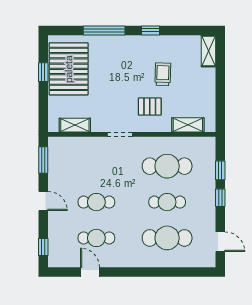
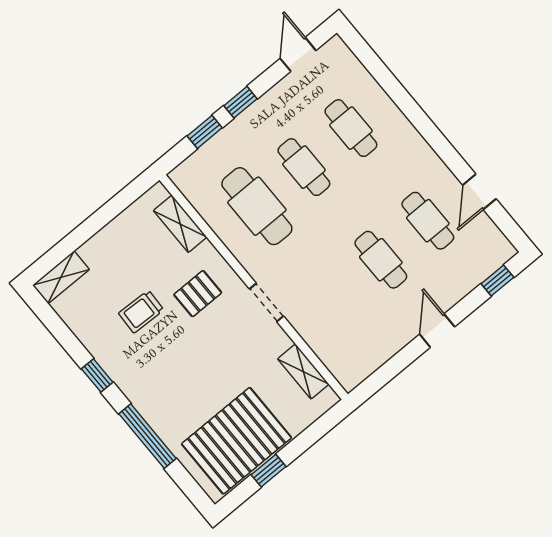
pallet: (150, 107) -> (198, 294), turned 90
window: (43, 160) -> (383, 375), removed
cafe table: (167, 238) -> (351, 128), width x0.73, depth x0.74

